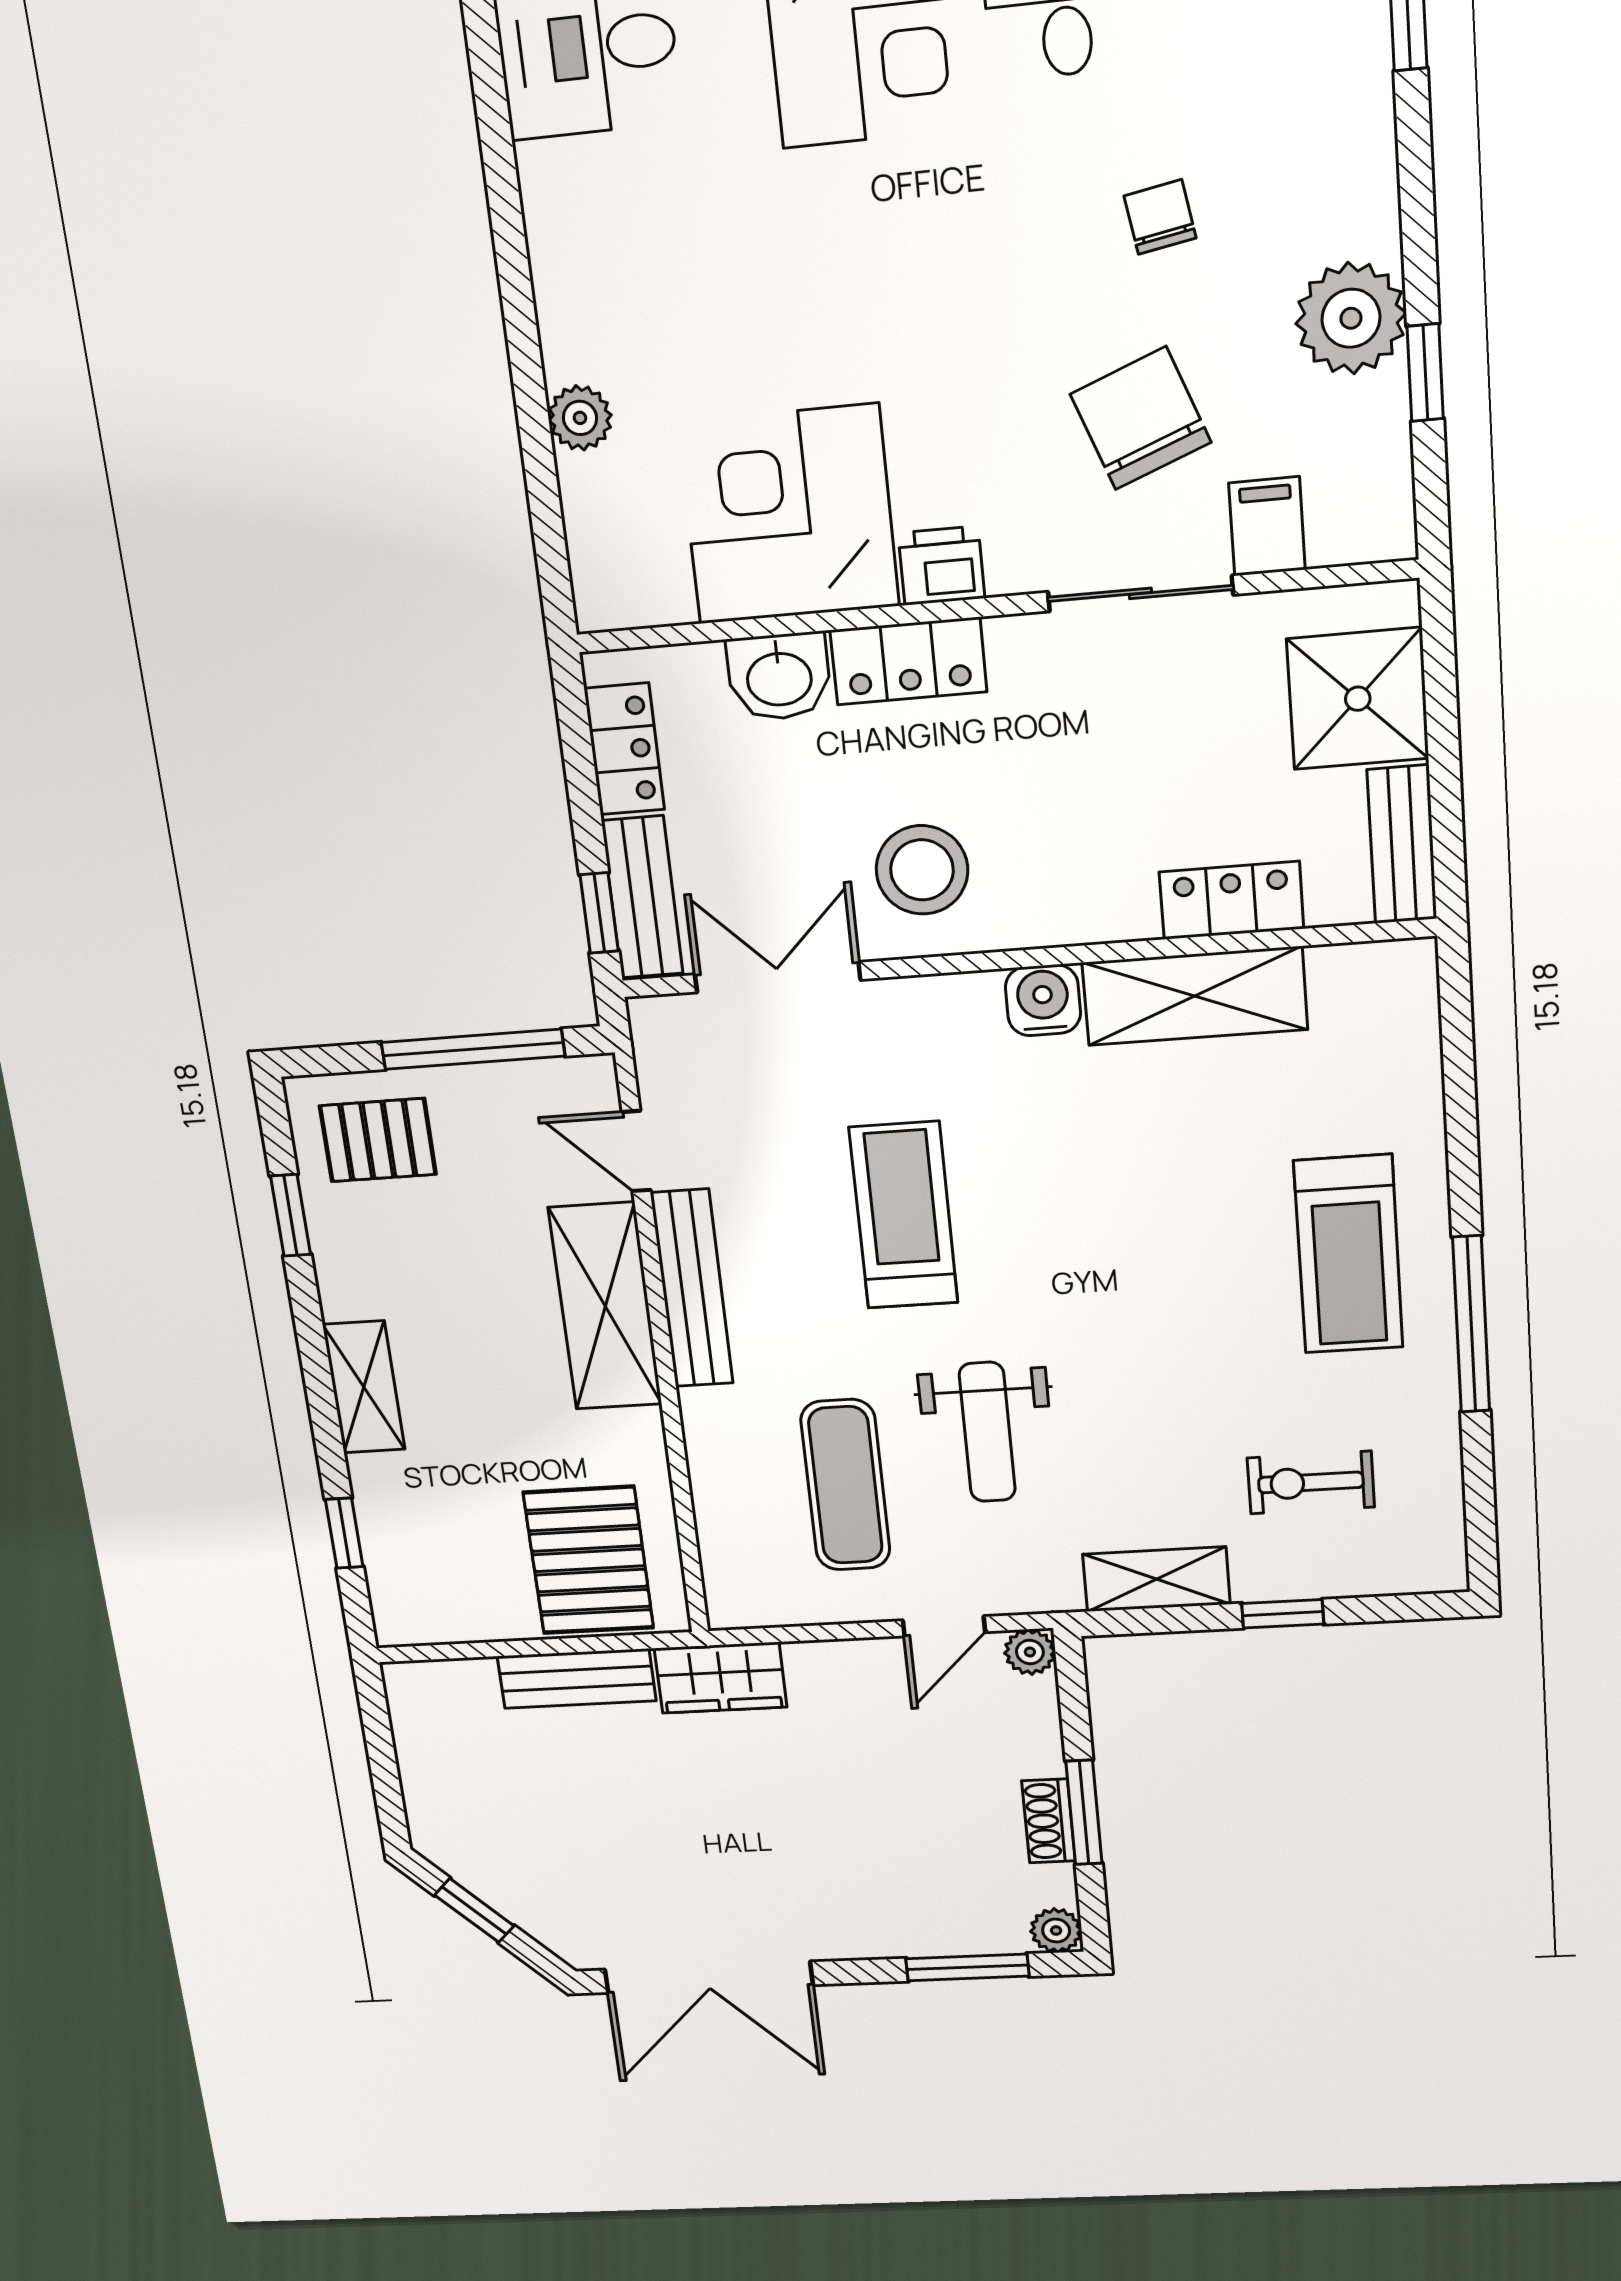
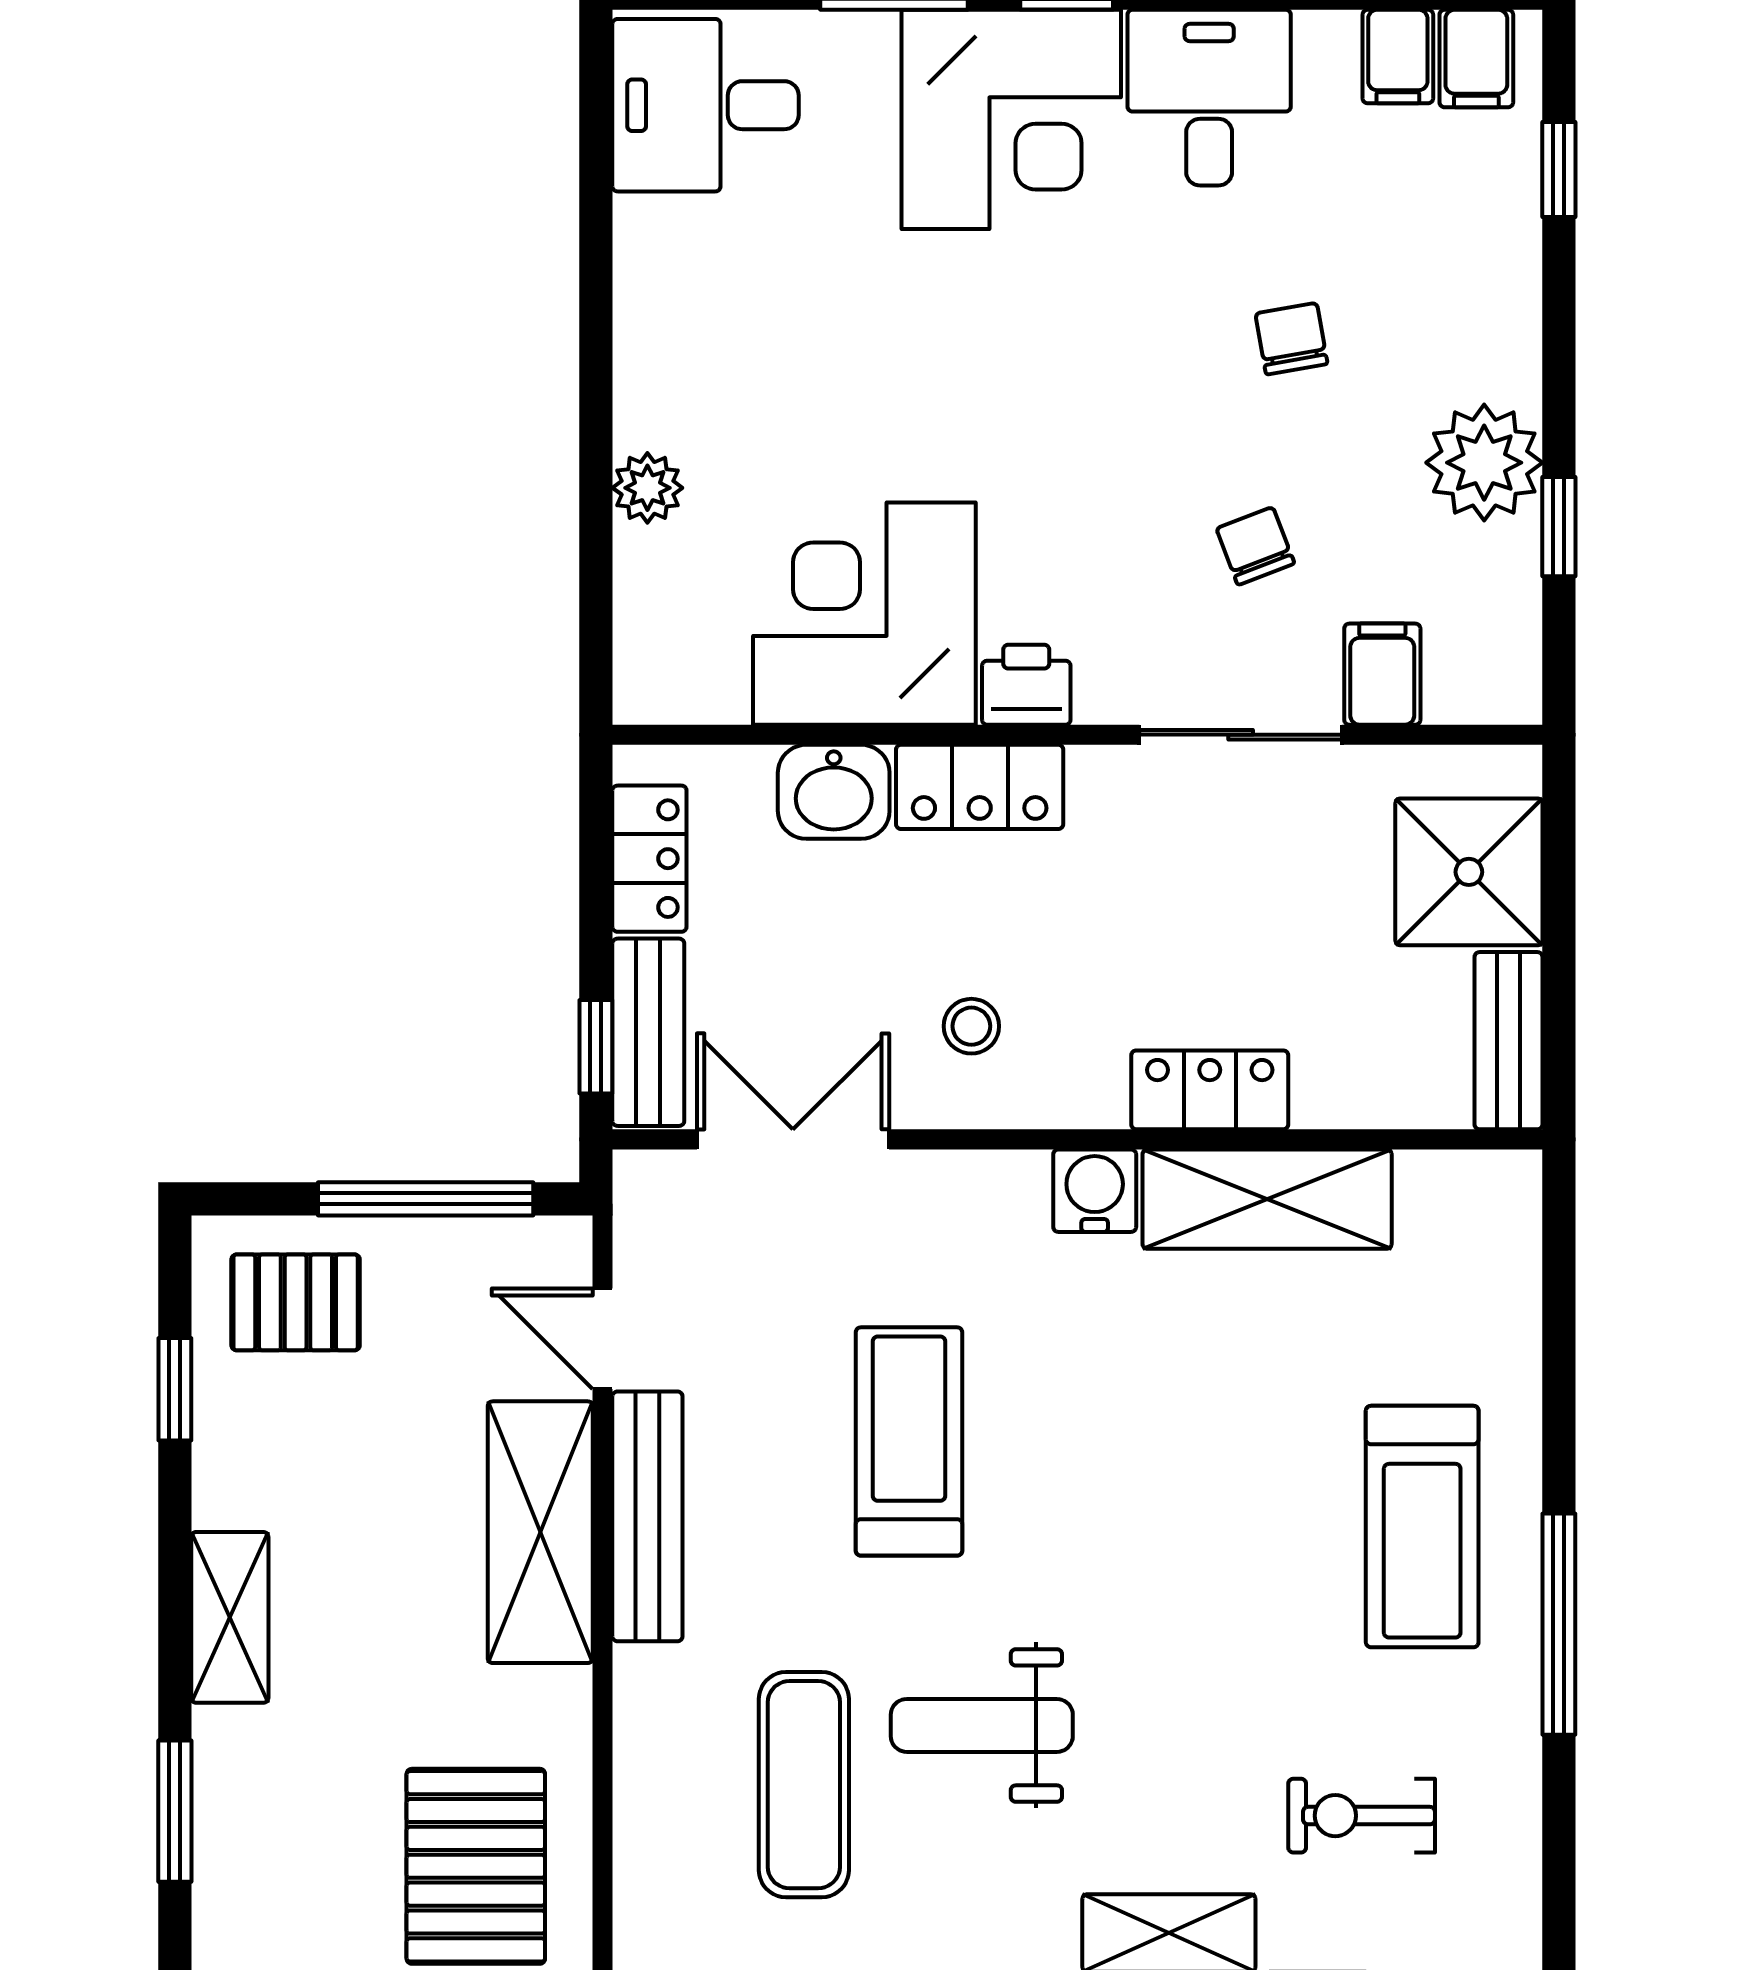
chair: (1141, 418) -> (1255, 546), width x0.54, depth x0.54
stool: (922, 870) -> (971, 1026), width x0.53, depth x0.53
locker: (1231, 900) -> (1210, 1090), moved
weight bench: (987, 1432) -> (982, 1725), turned 90
window: (344, 1533) -> (175, 1811), width x1.50

